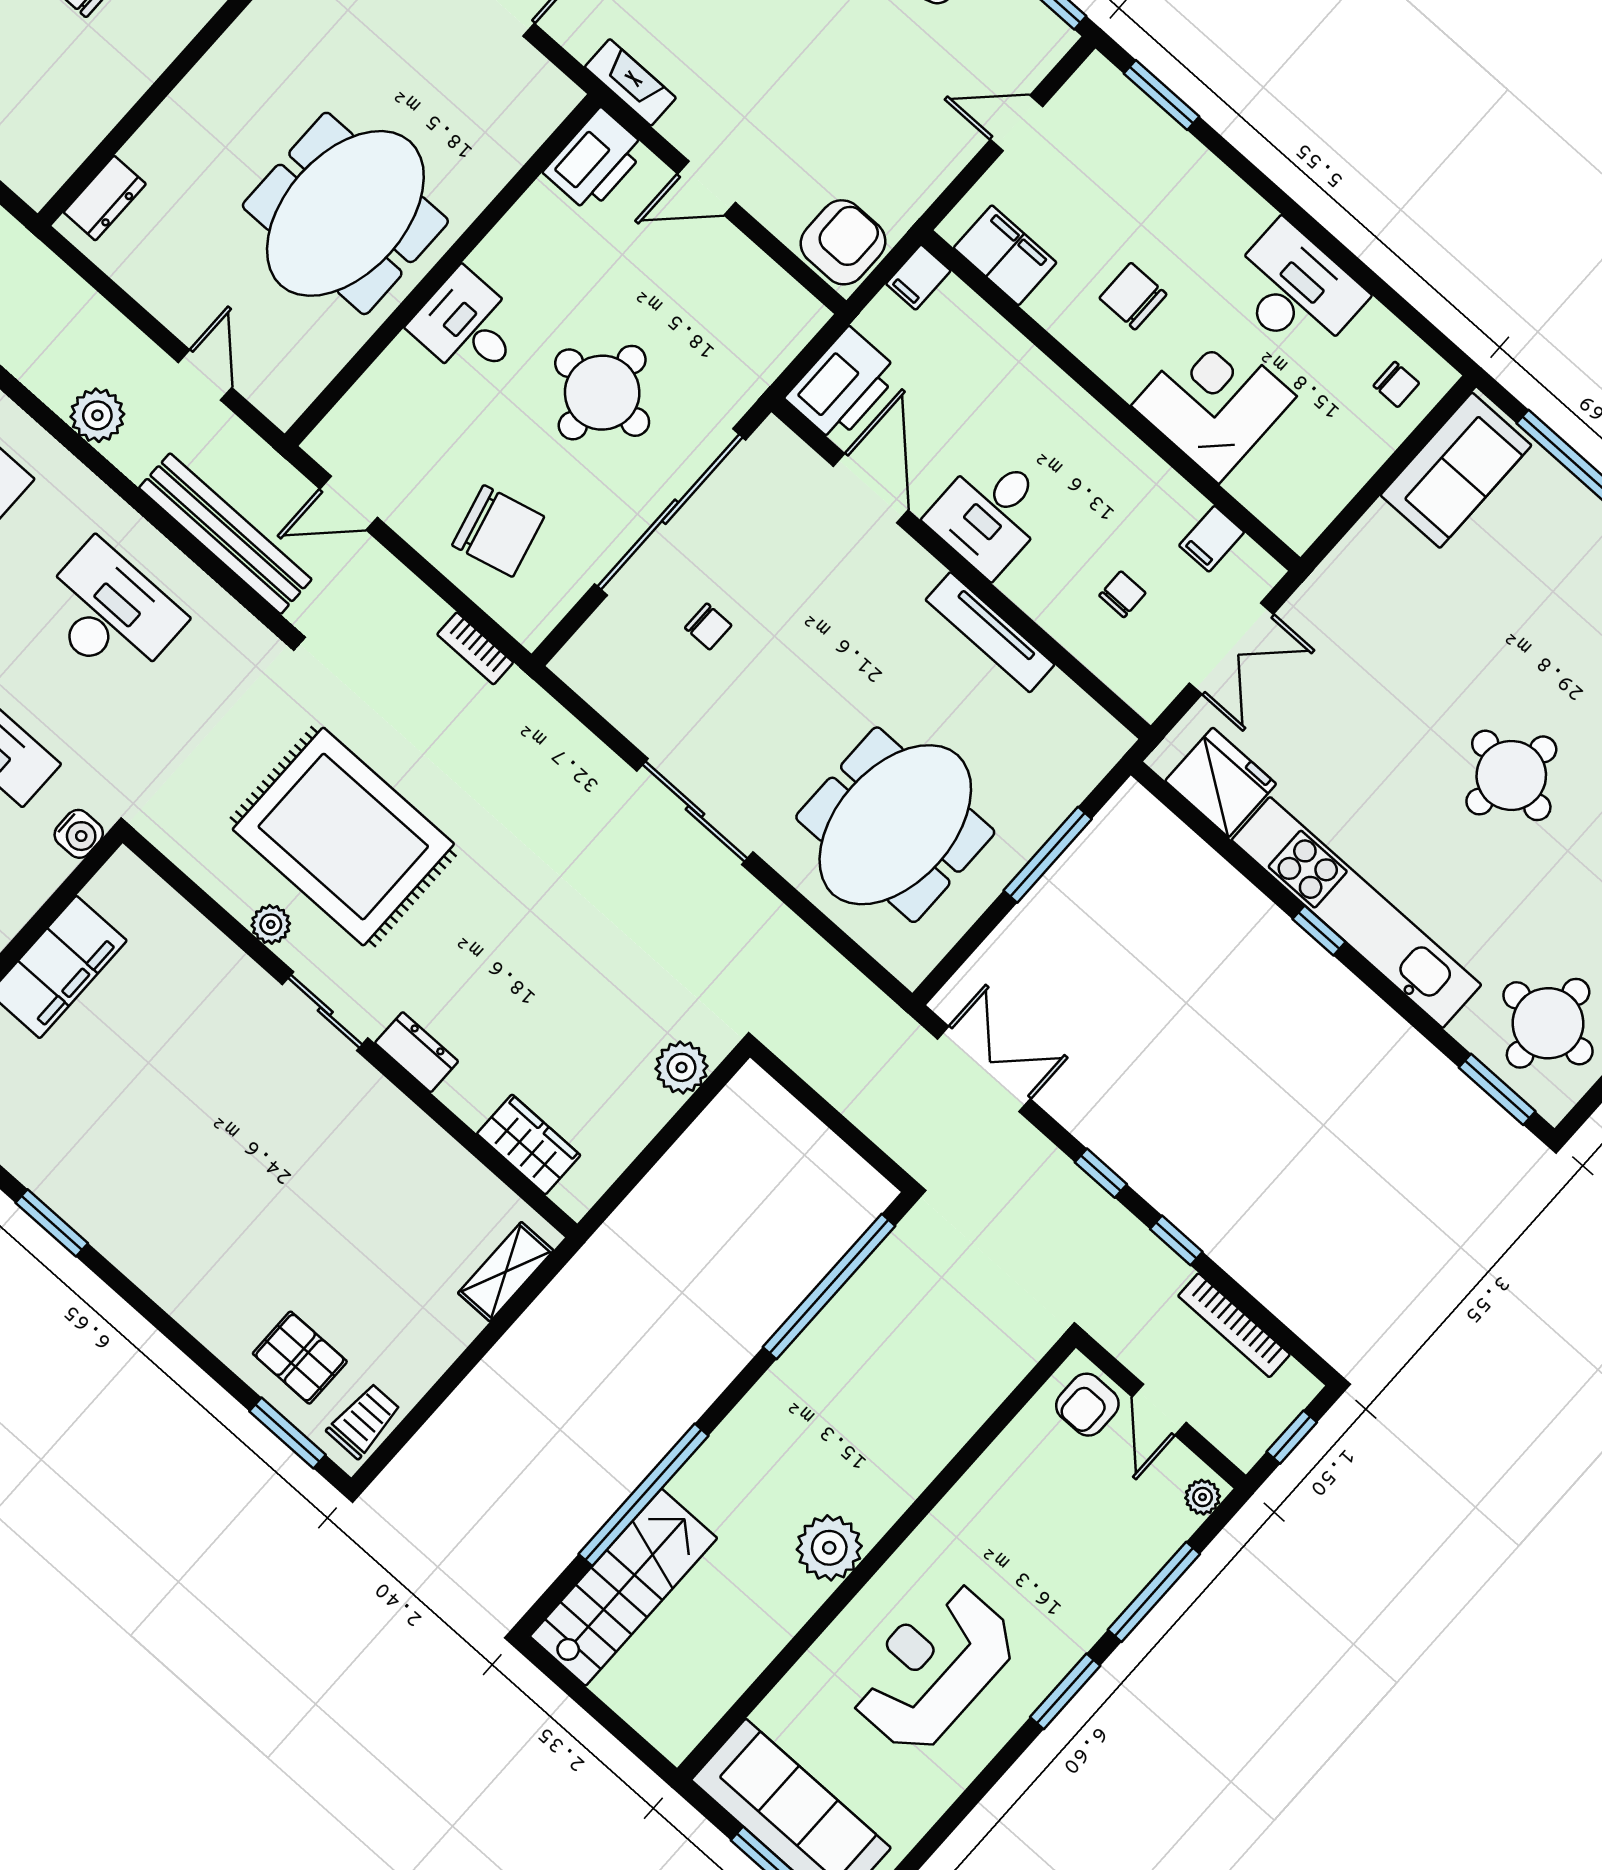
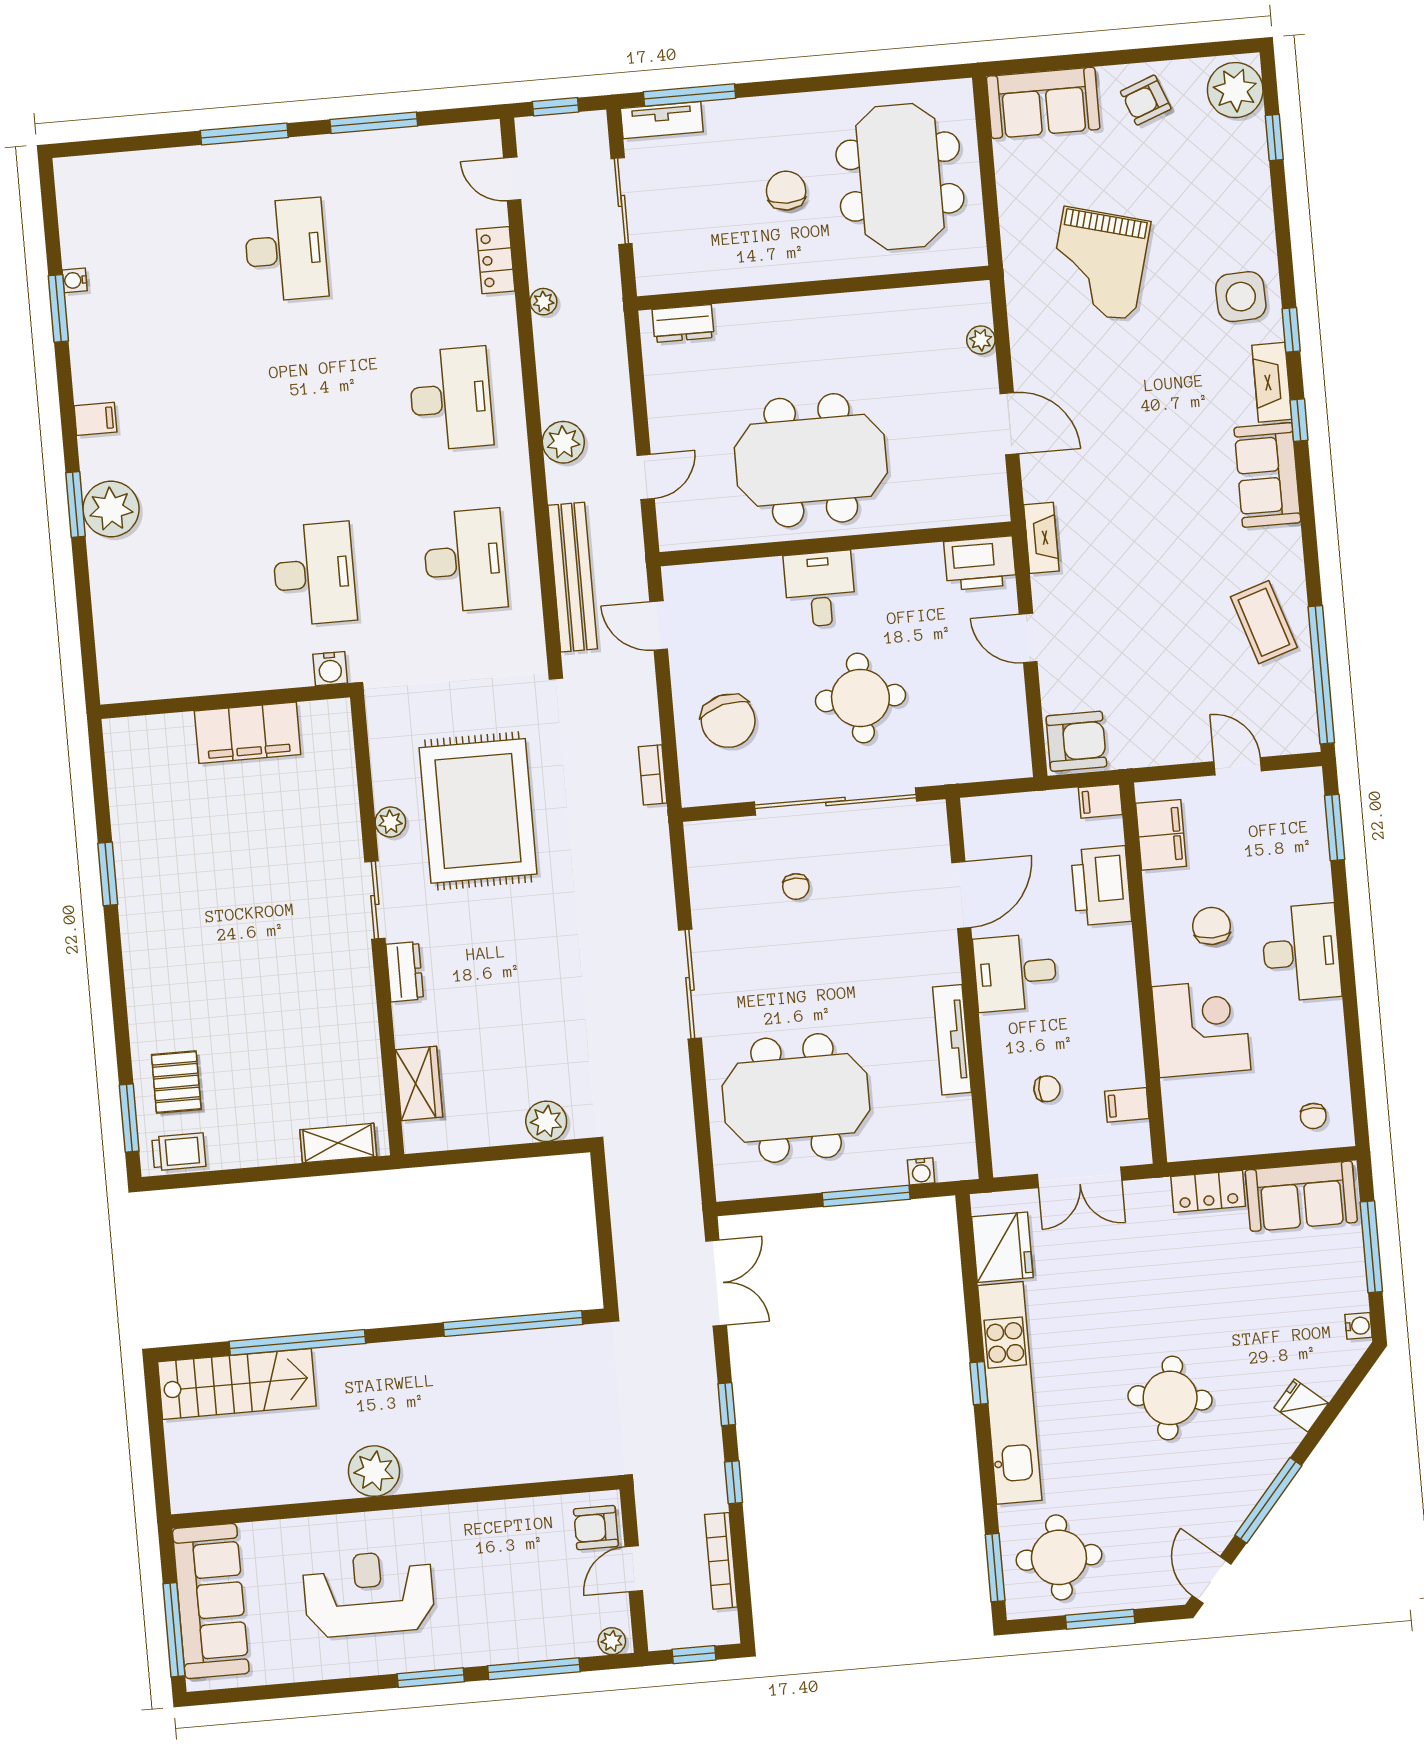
desk: (1295, 290) -> (1301, 953), moved
printer: (843, 385) -> (1101, 886), moved, turned 90
locker: (1364, 548) -> (1208, 1191), added
water cooler: (1077, 783) -> (921, 1171), added

